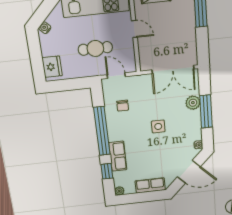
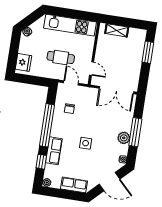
door: (134, 29) -> (92, 69), moved
plant: (193, 103) -> (124, 138), moved
side table: (158, 126) -> (86, 143), moved

